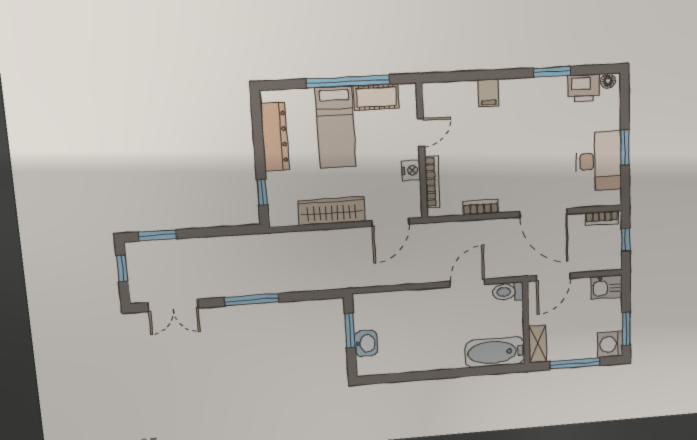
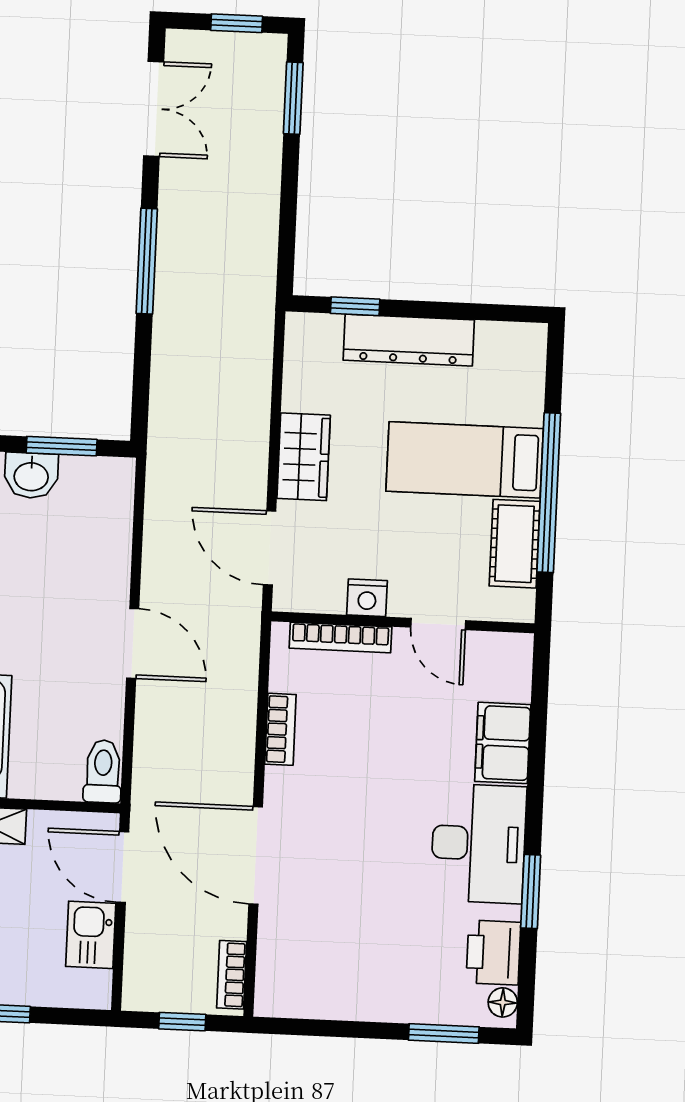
filing cabinet: (489, 93) -> (503, 743), width x2.00
dresser: (275, 137) -> (409, 340), moved
window: (625, 147) -> (444, 1033), moved
desk: (599, 161) -> (478, 843), moved, turned -90
wardrobe: (332, 211) -> (304, 457), width x0.67
door: (543, 213) -> (256, 855), hinge flipped
door: (467, 283) -> (133, 643), moved
kitchen sink: (607, 287) -> (91, 935), moved
double door: (173, 305) -> (154, 109), swing flipped

